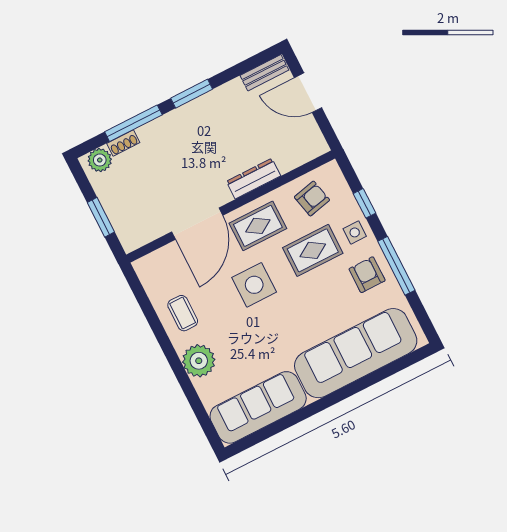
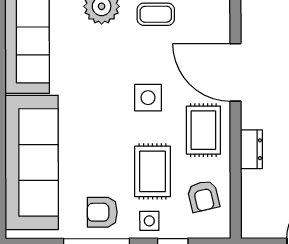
dresser: (253, 179) -> (251, 149), width x0.70
armchair: (367, 275) -> (102, 212), turned 180
side table: (254, 285) -> (148, 98), width x0.73, depth x0.73

